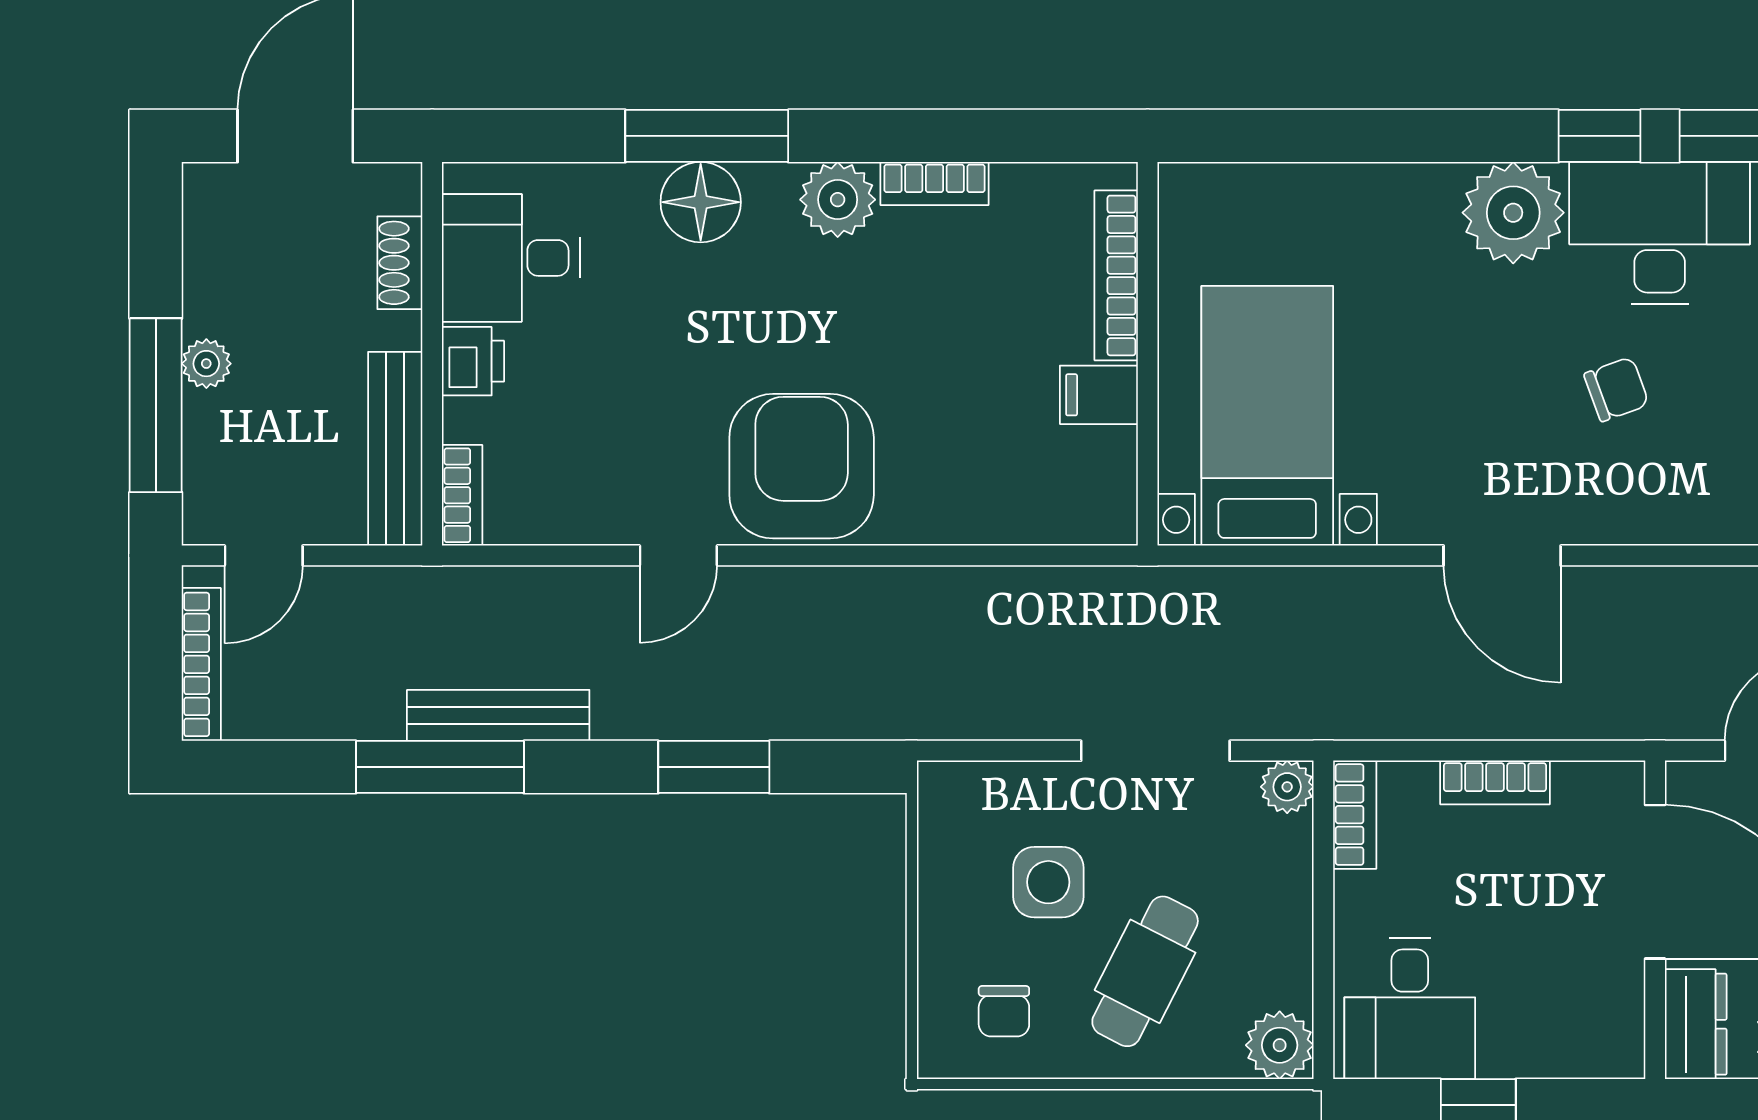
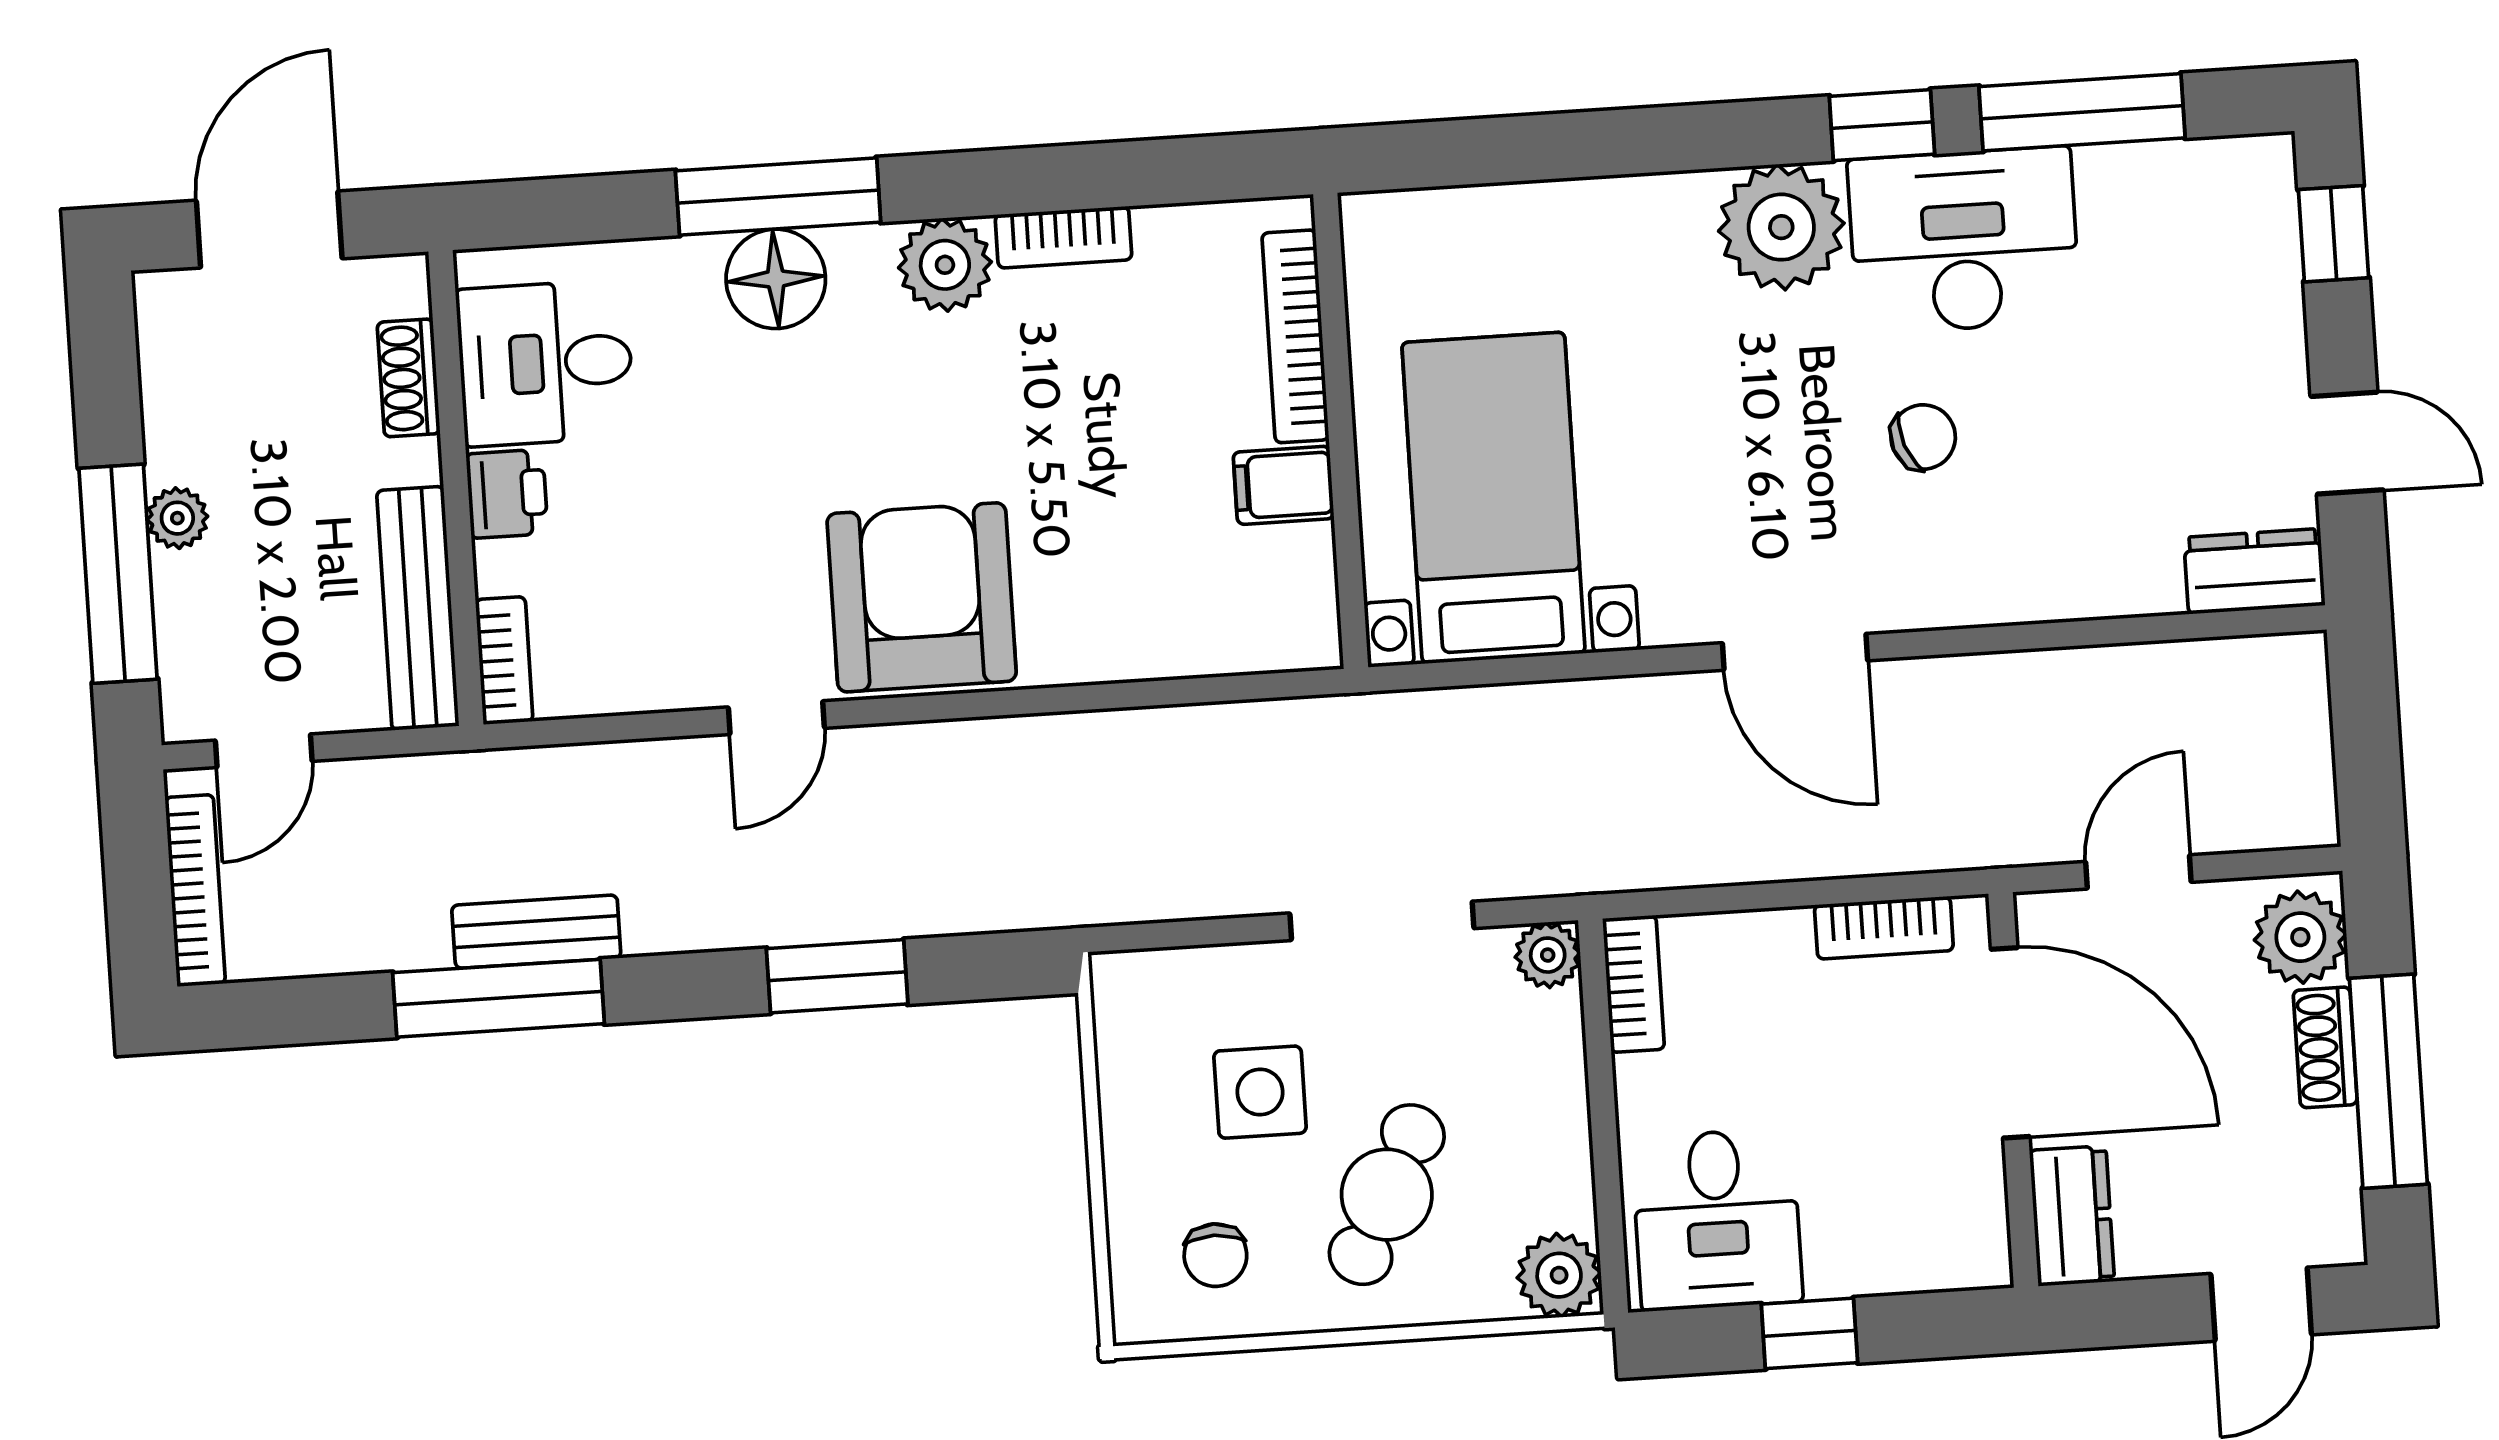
bench: (498, 715) -> (536, 932), width x0.73
bookcase: (1495, 782) -> (1884, 928), moved

